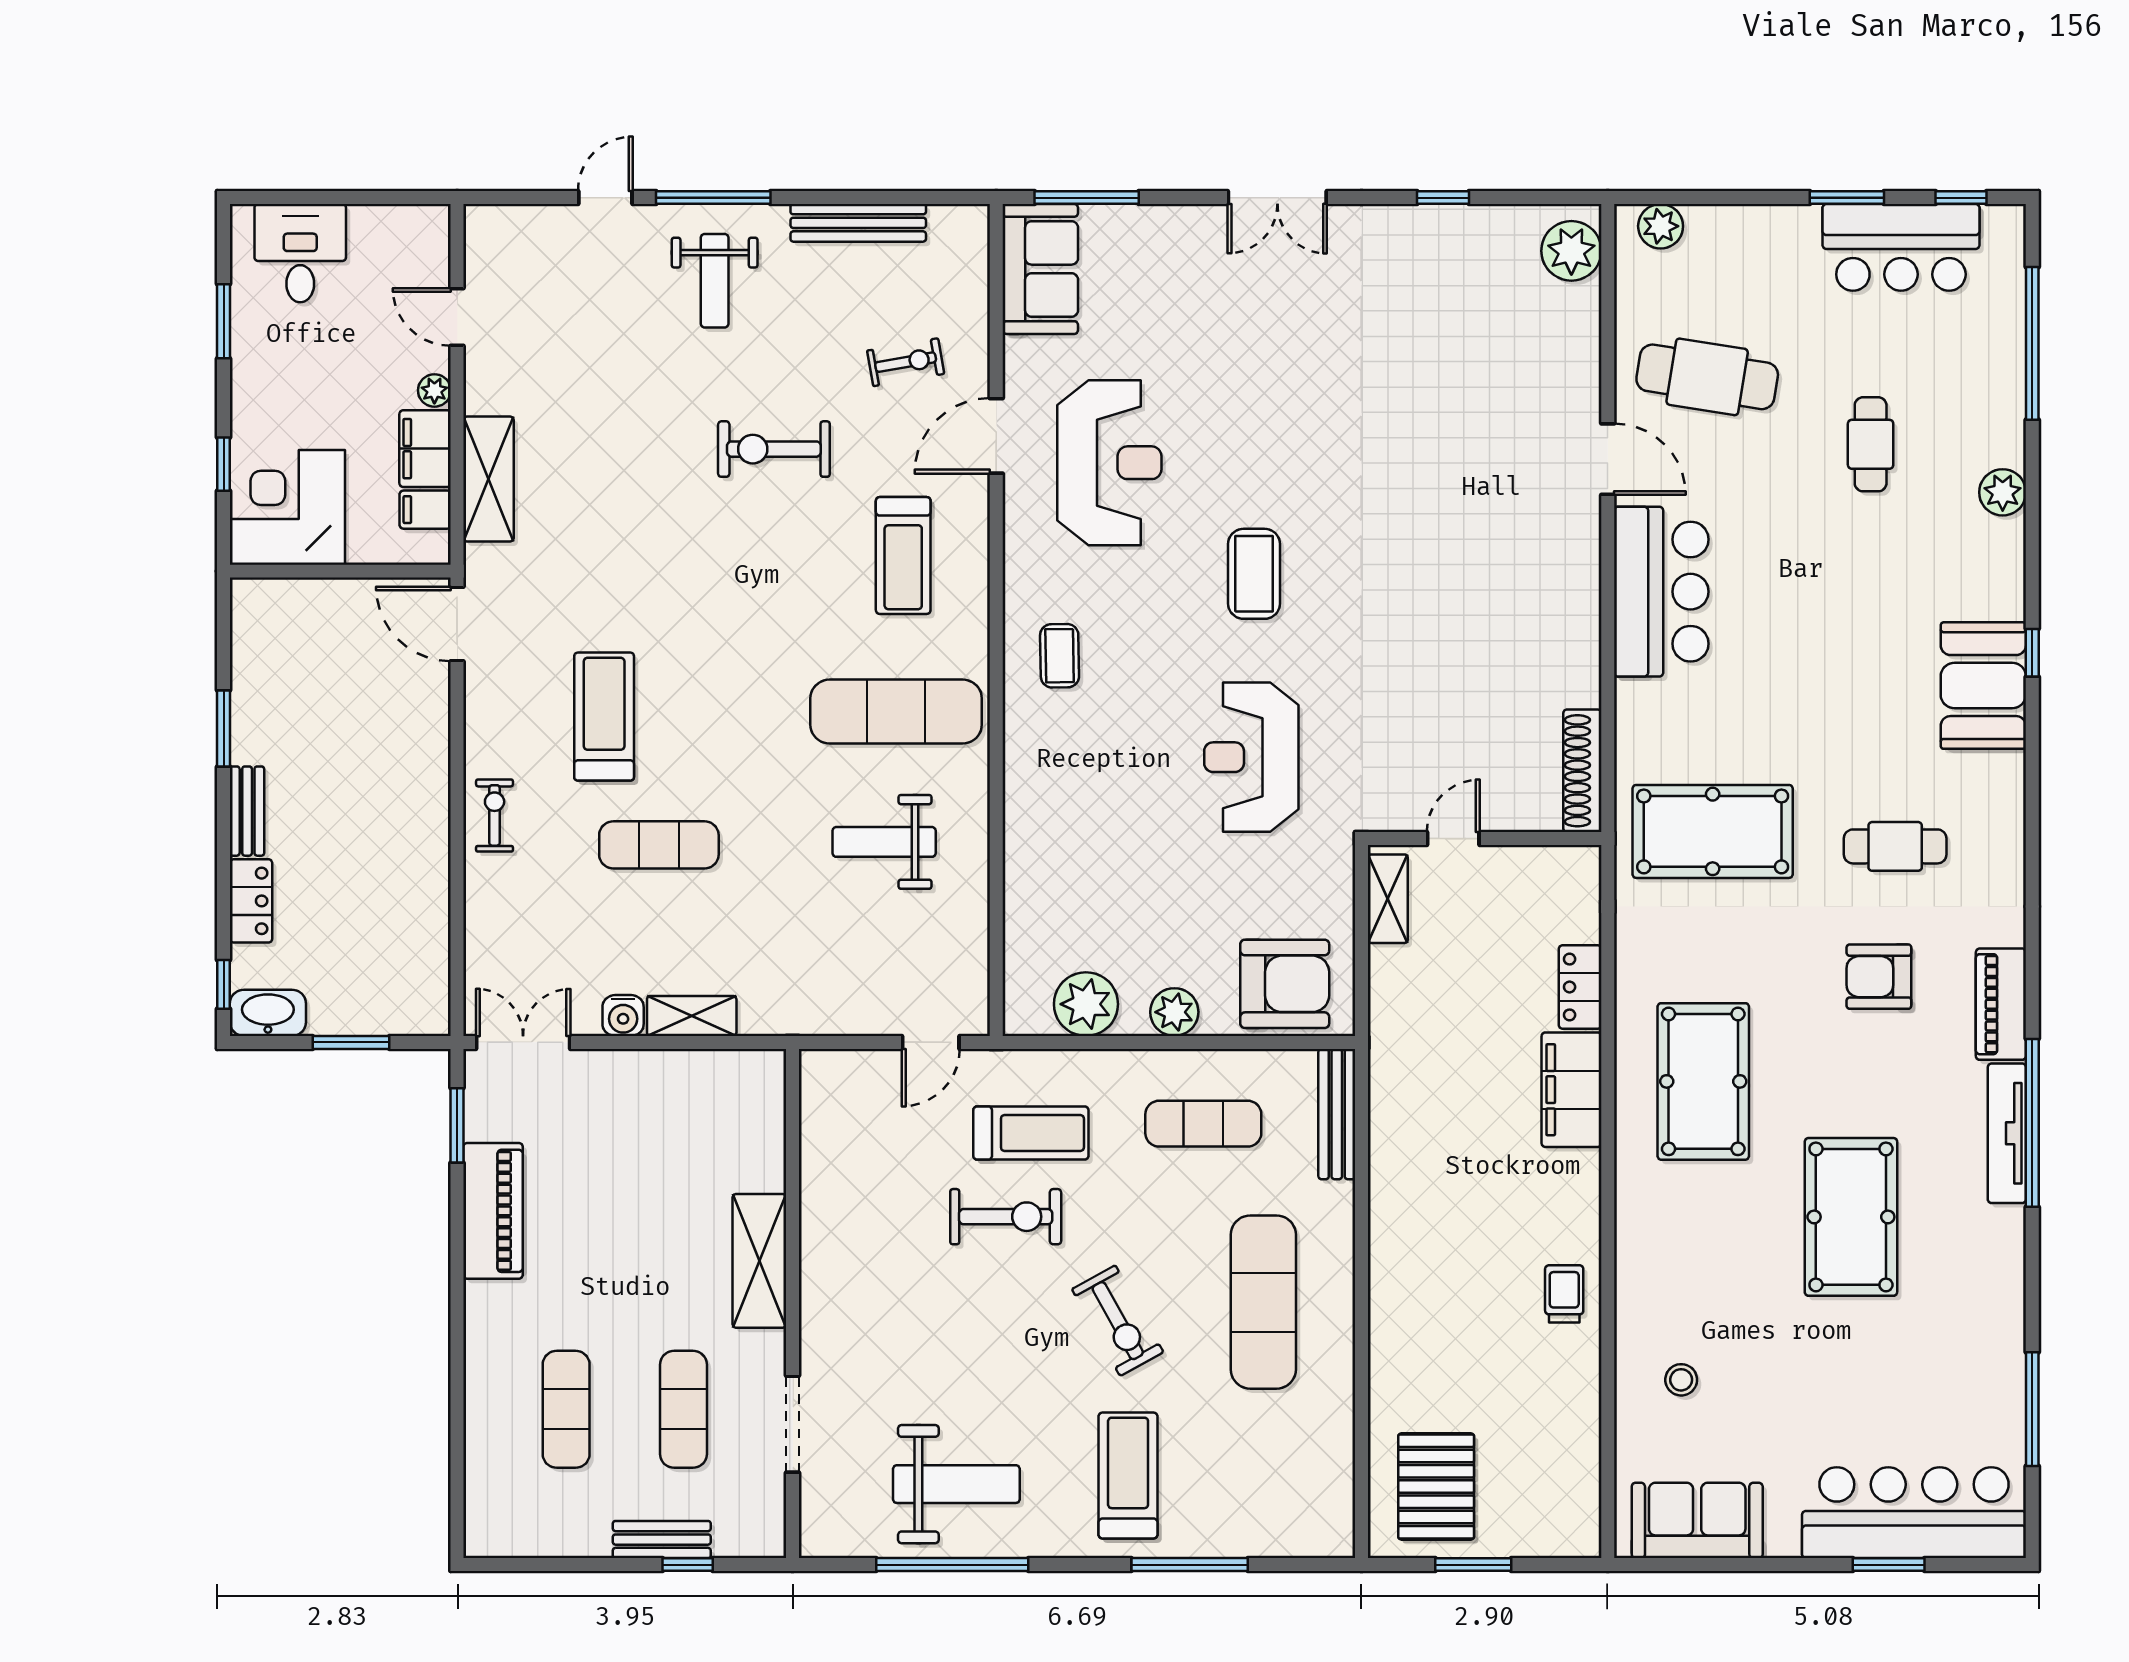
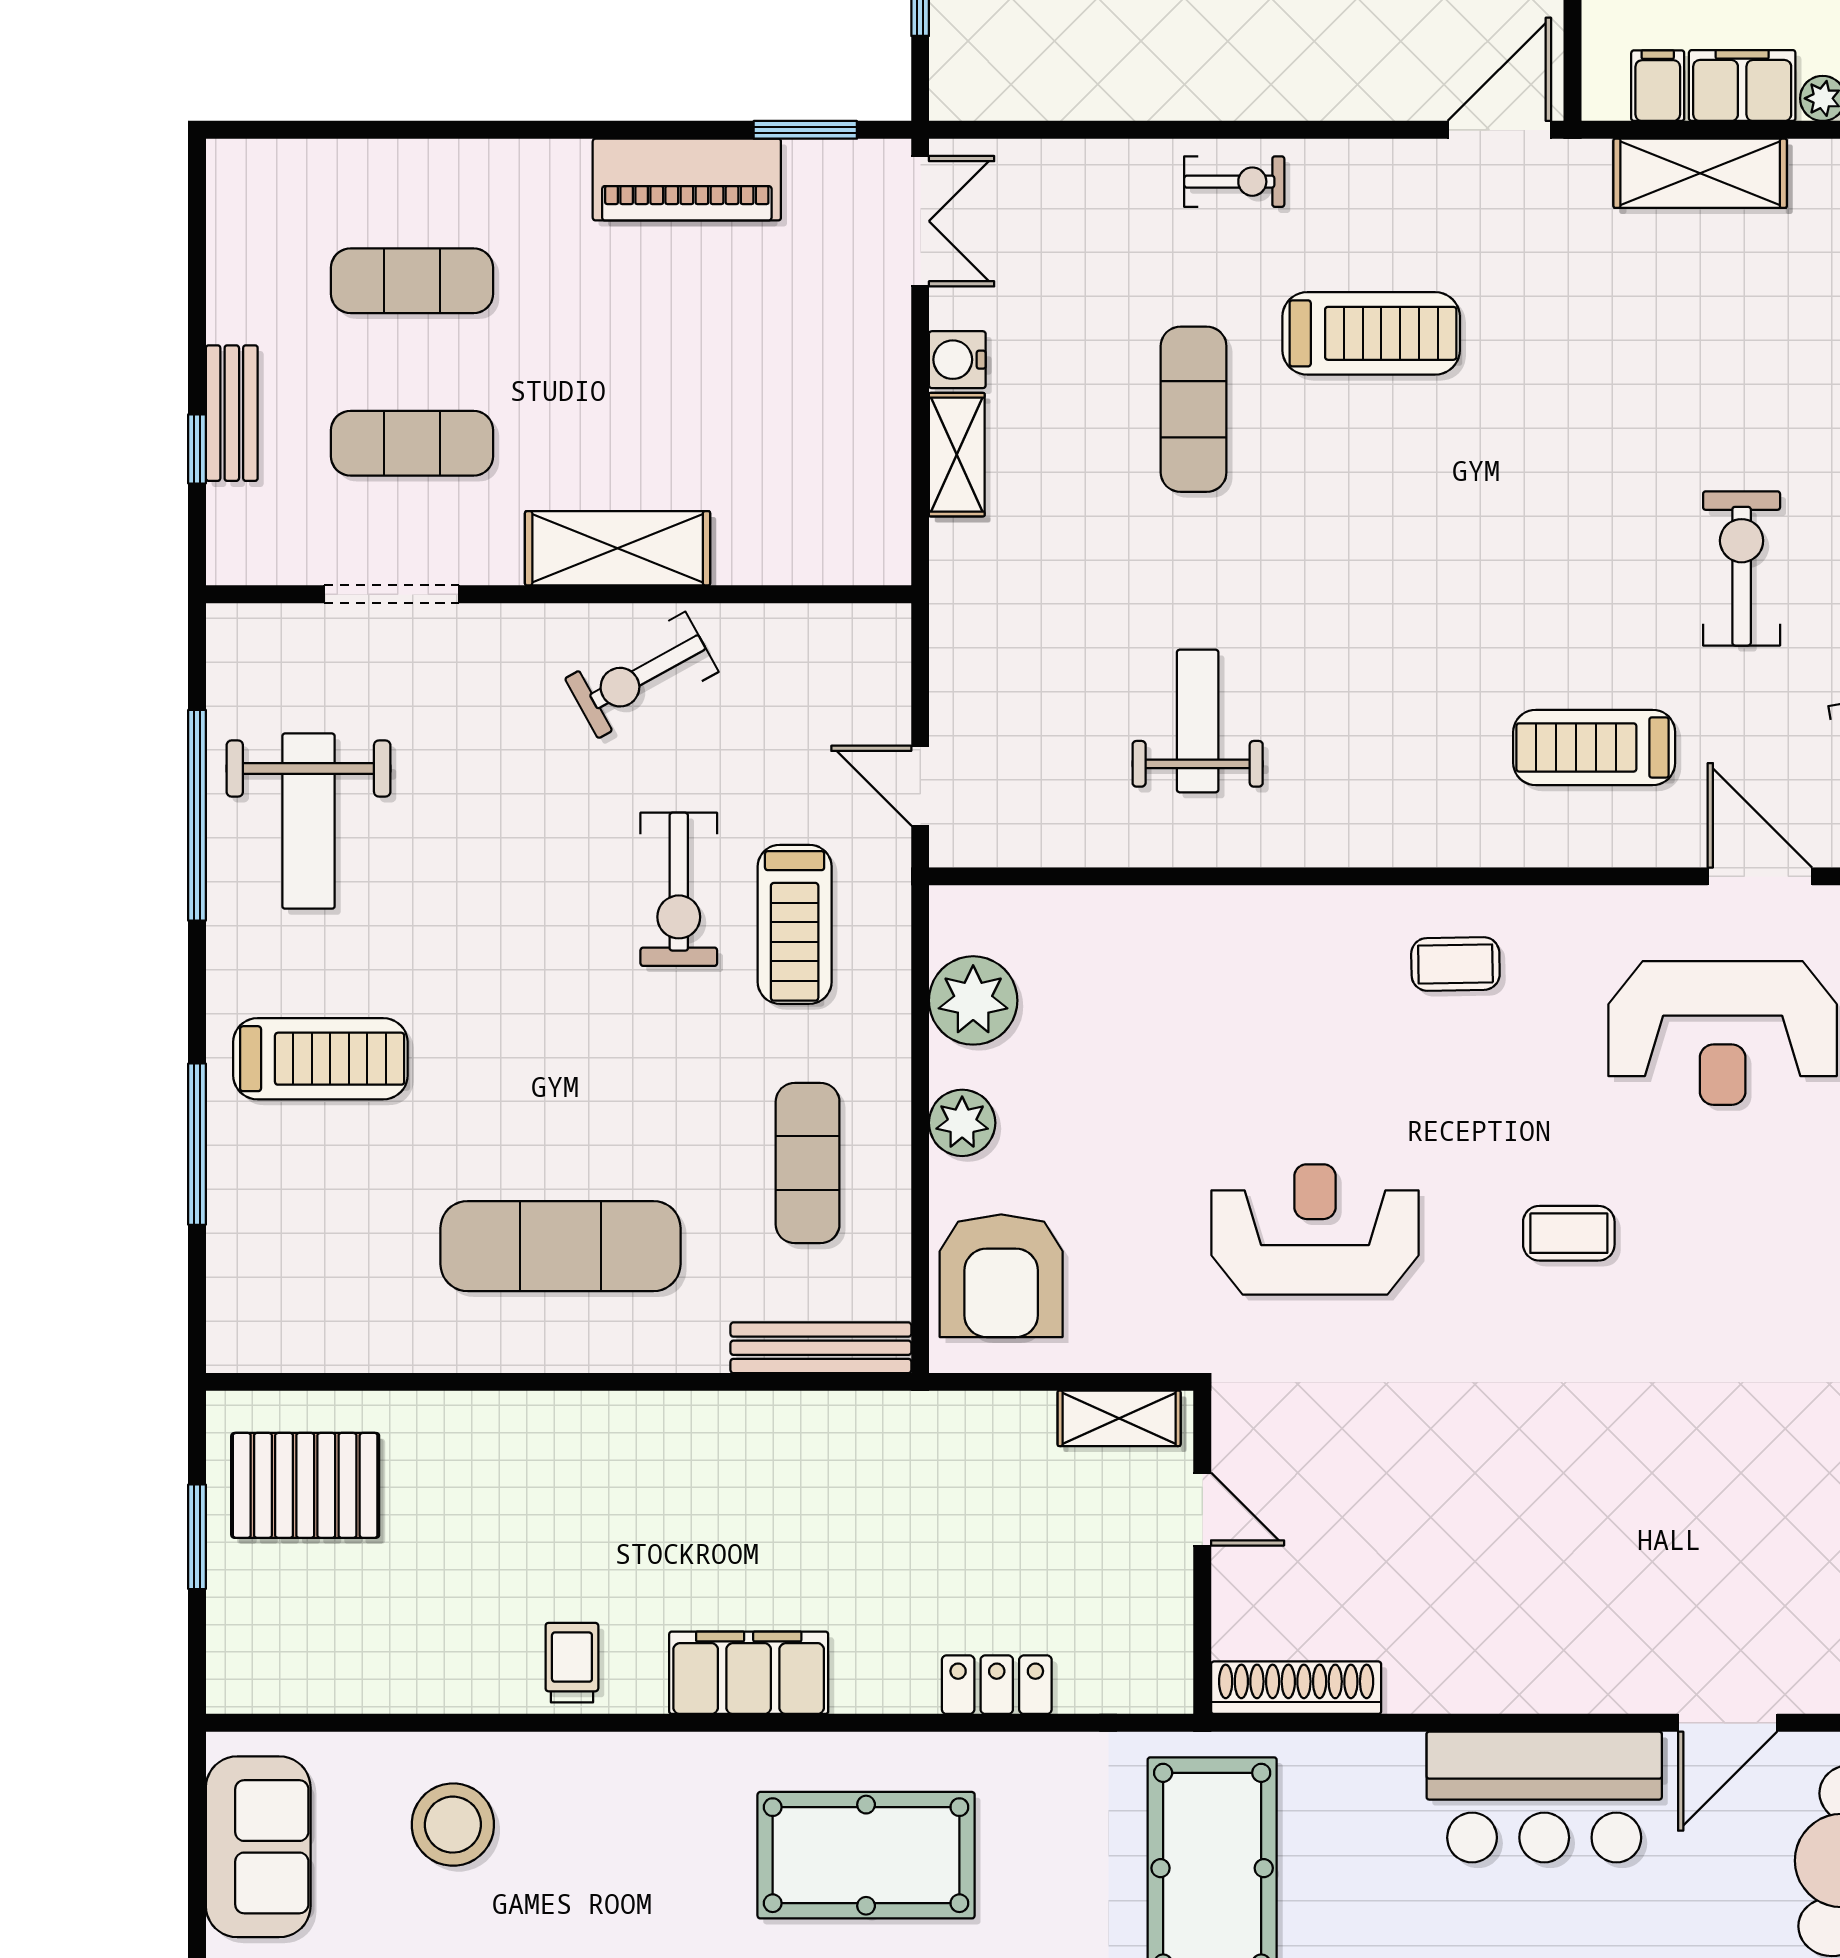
coffee table: (1254, 574) -> (1569, 1233), width x0.73, depth x0.77
exercise mat: (896, 712) -> (1378, 738), removed
filing cabinet: (1572, 1090) -> (749, 1673), moved
trolley: (1564, 1294) -> (572, 1663), turned -90
exercise bike: (1118, 1321) -> (642, 675), moved
stool: (1681, 1380) -> (453, 1825), width x1.89, depth x1.89

